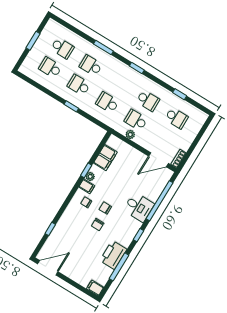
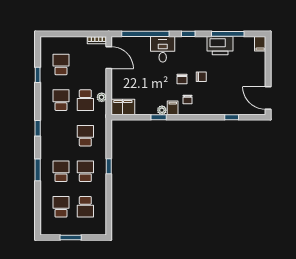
school desk: (91, 66) -> (61, 171), turned 180
school desk: (79, 85) -> (85, 171), turned 180
school desk: (107, 103) -> (85, 136), turned 180
filing cabinet: (105, 158) -> (123, 107), moved

